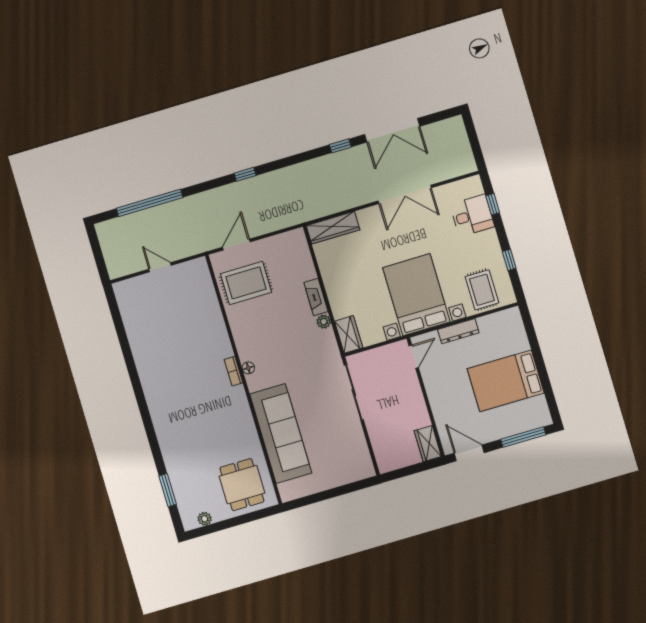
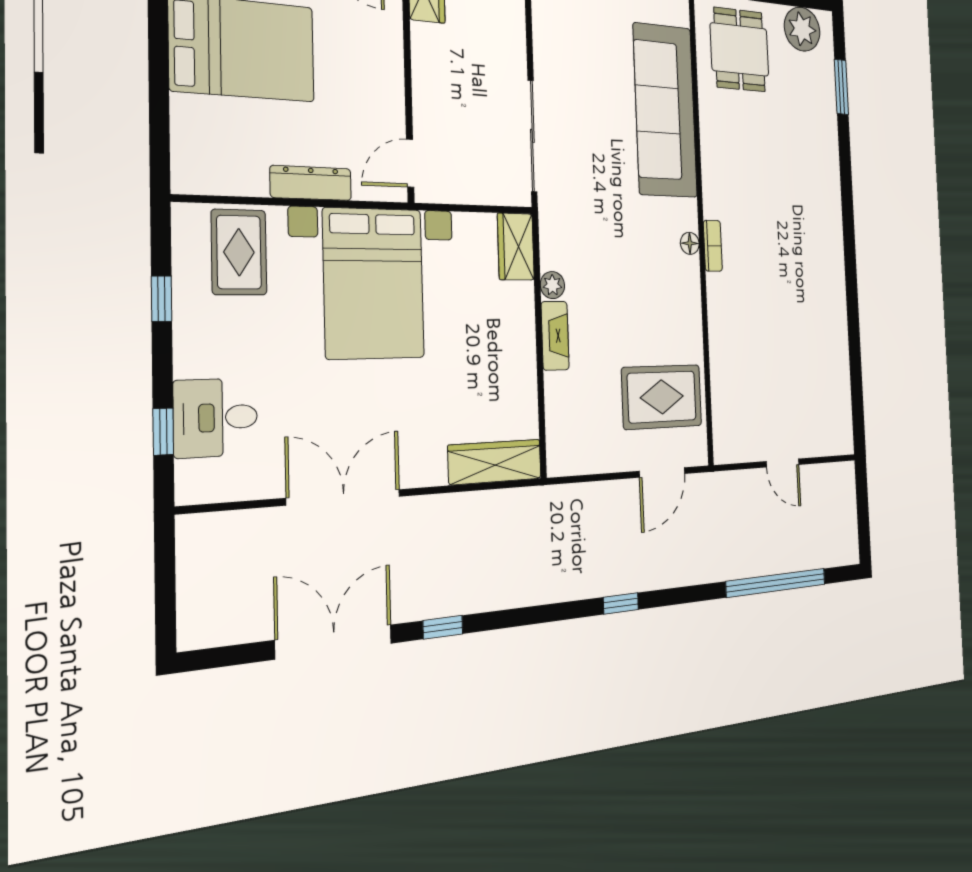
plant: (205, 519) -> (802, 29), width x1.88, depth x1.88

